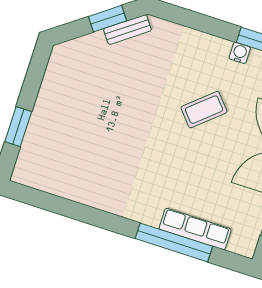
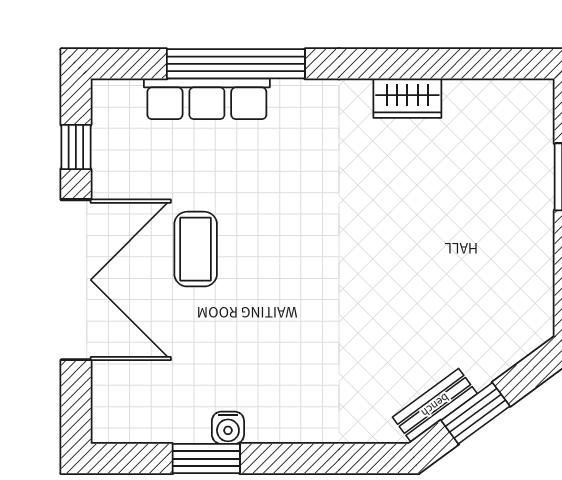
coffee table: (204, 110) -> (196, 249), moved, turned -49
wardrobe: (90, 195) -> (407, 98), added

